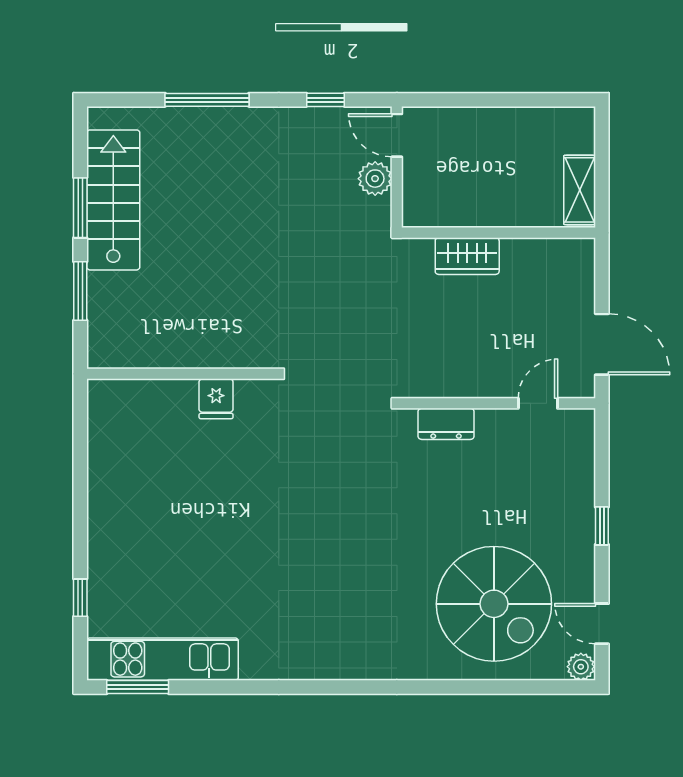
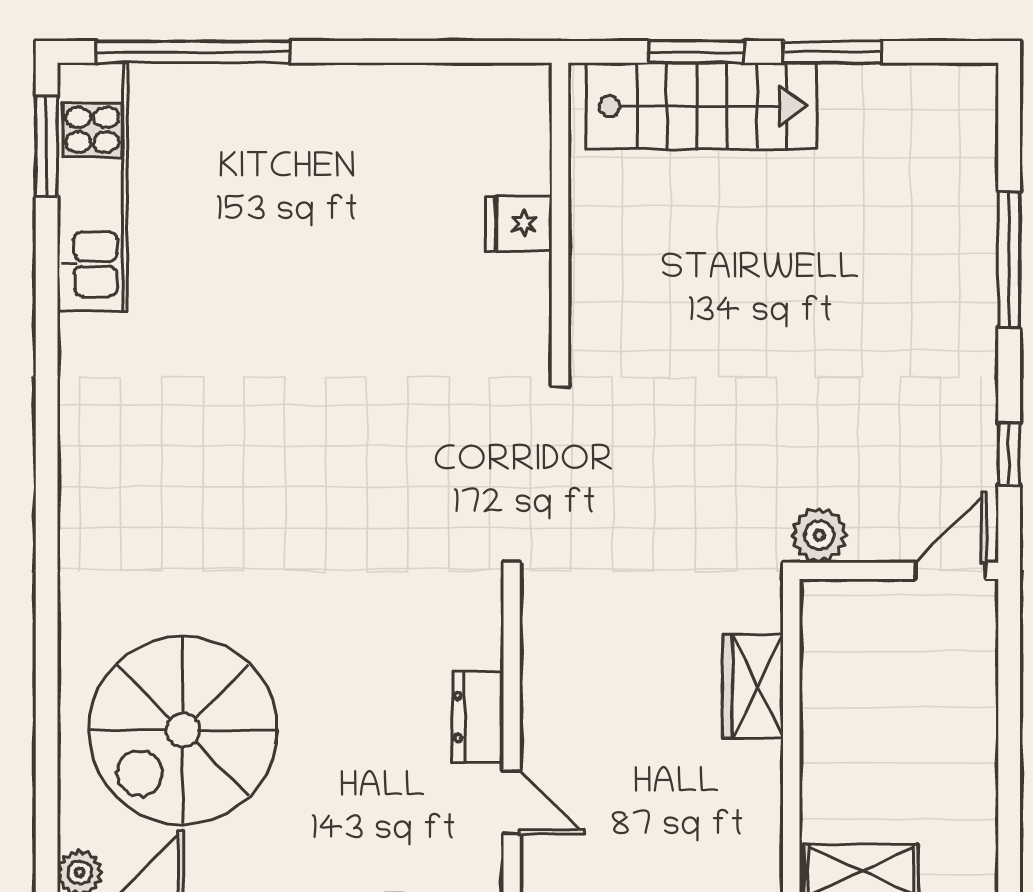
plant: (375, 179) -> (819, 535), moved
stairs: (113, 200) -> (702, 106), moved
fridge: (216, 399) -> (519, 223), moved
dresser: (446, 424) -> (478, 717), moved
window: (80, 598) -> (193, 52), width x3.17

